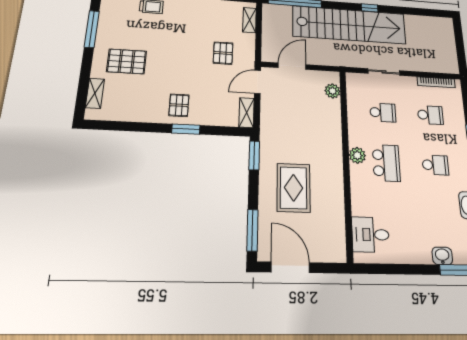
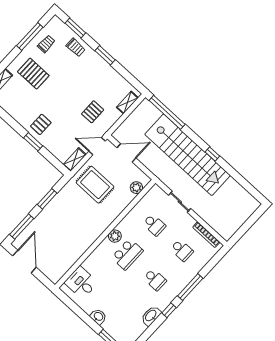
trolley: (116, 24) -> (46, 44), added
window: (254, 155) -> (47, 199), moved
rug: (294, 188) -> (95, 185), moved, turned 90
washbasin: (442, 256) -> (98, 317), moved

